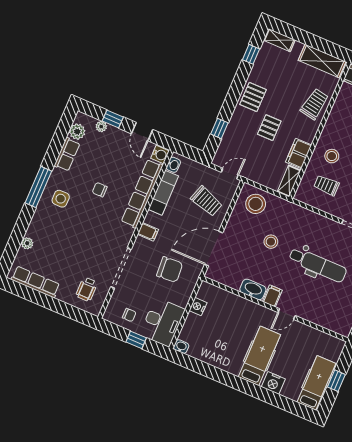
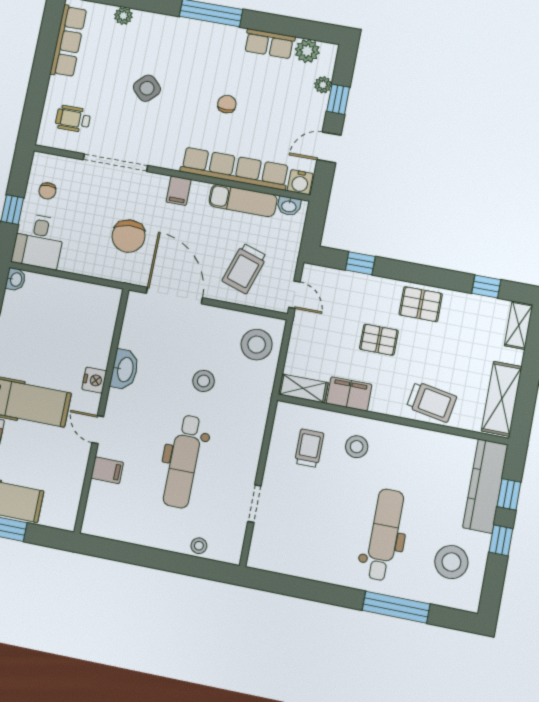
side table: (61, 199) -> (147, 88), moved, turned 45
filing cabinet: (272, 296) -> (107, 470), moved
nightstand: (198, 307) -> (94, 380), moved, turned 90
desk: (162, 322) -> (38, 241), width x0.73

